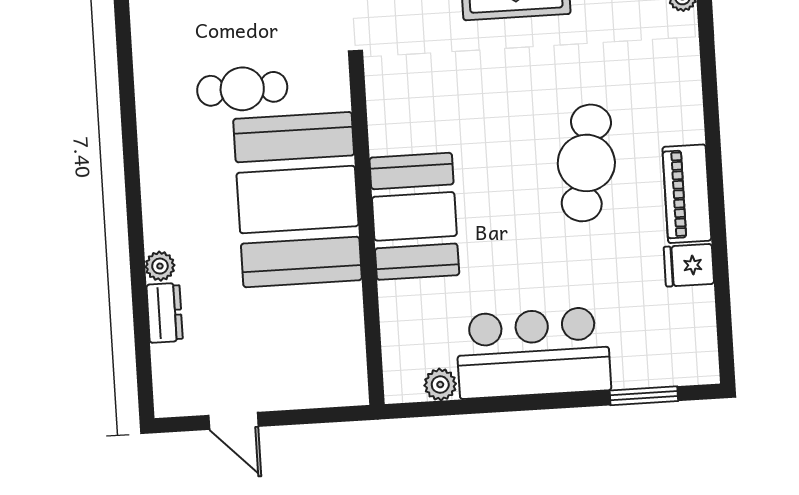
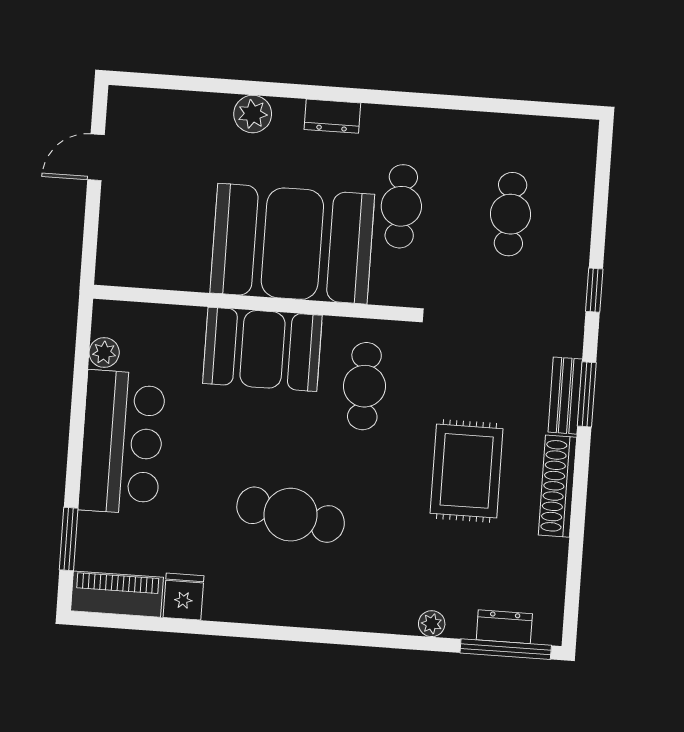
cafe table: (439, 103) -> (364, 386), added
piano: (687, 194) -> (117, 594), moved
plant: (160, 266) -> (253, 114), width x1.38, depth x1.38
dresser: (165, 313) -> (332, 116), moved

